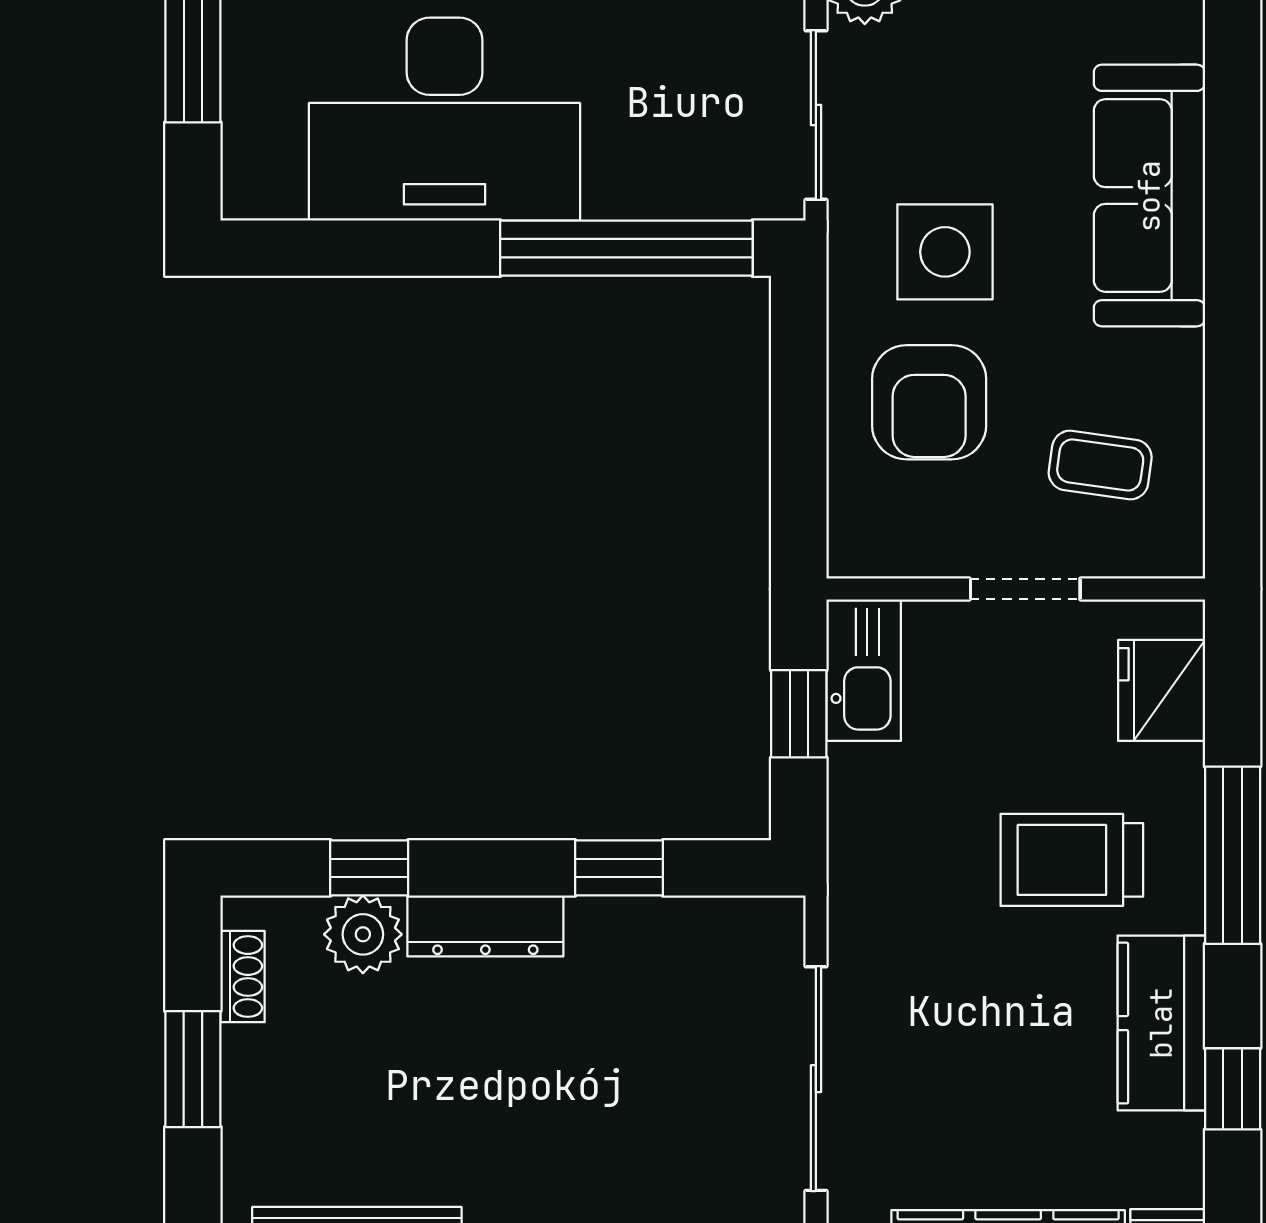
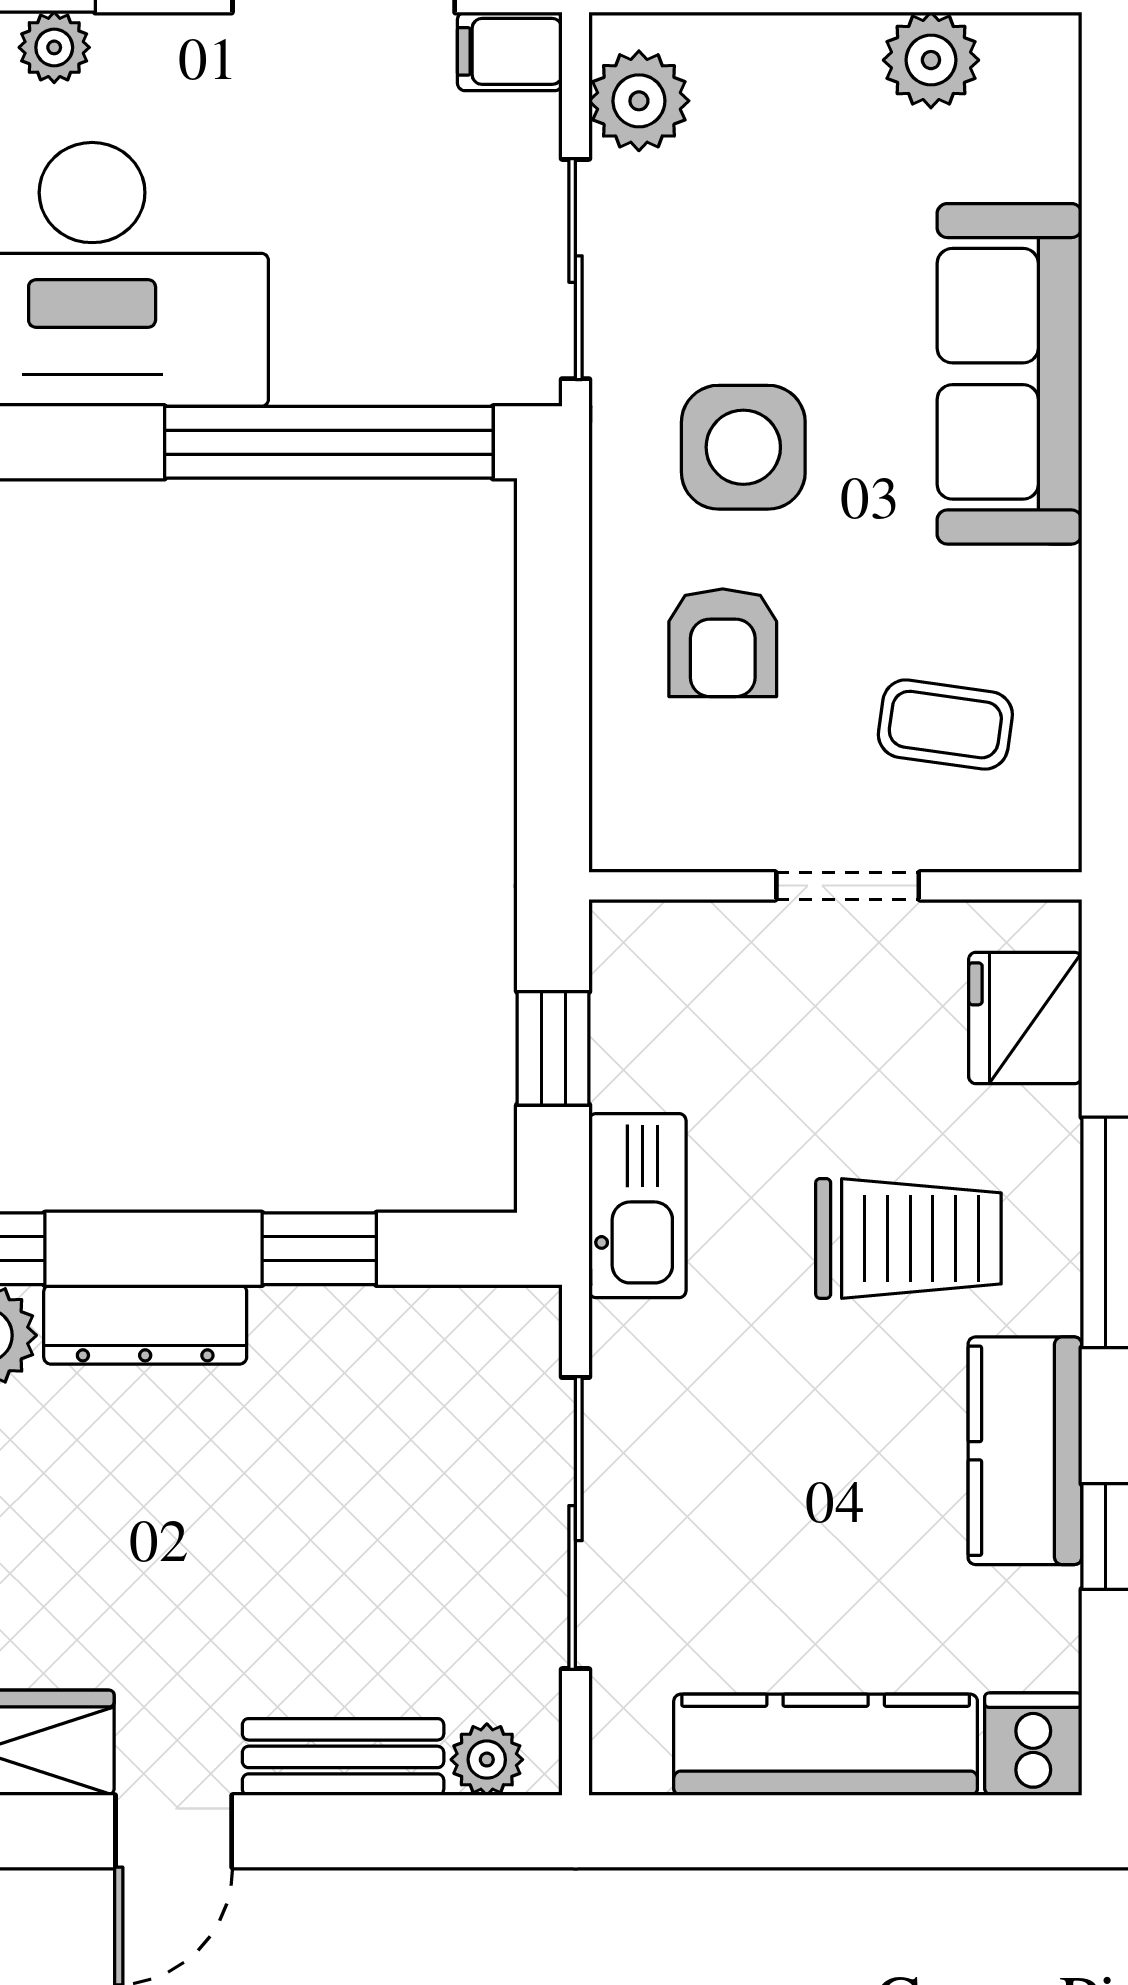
armchair: (929, 402) -> (723, 643), width x0.72, depth x0.72
kitchen sink: (864, 670) -> (638, 1206), moved
trolley: (1072, 860) -> (908, 1238), turned 180

